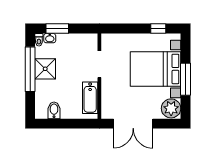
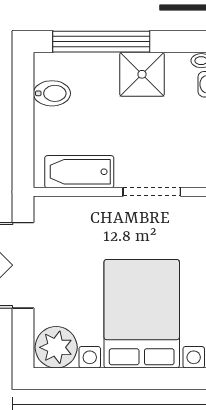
window: (30, 69) -> (101, 42), moved
window: (186, 79) -> (119, 379), removed

